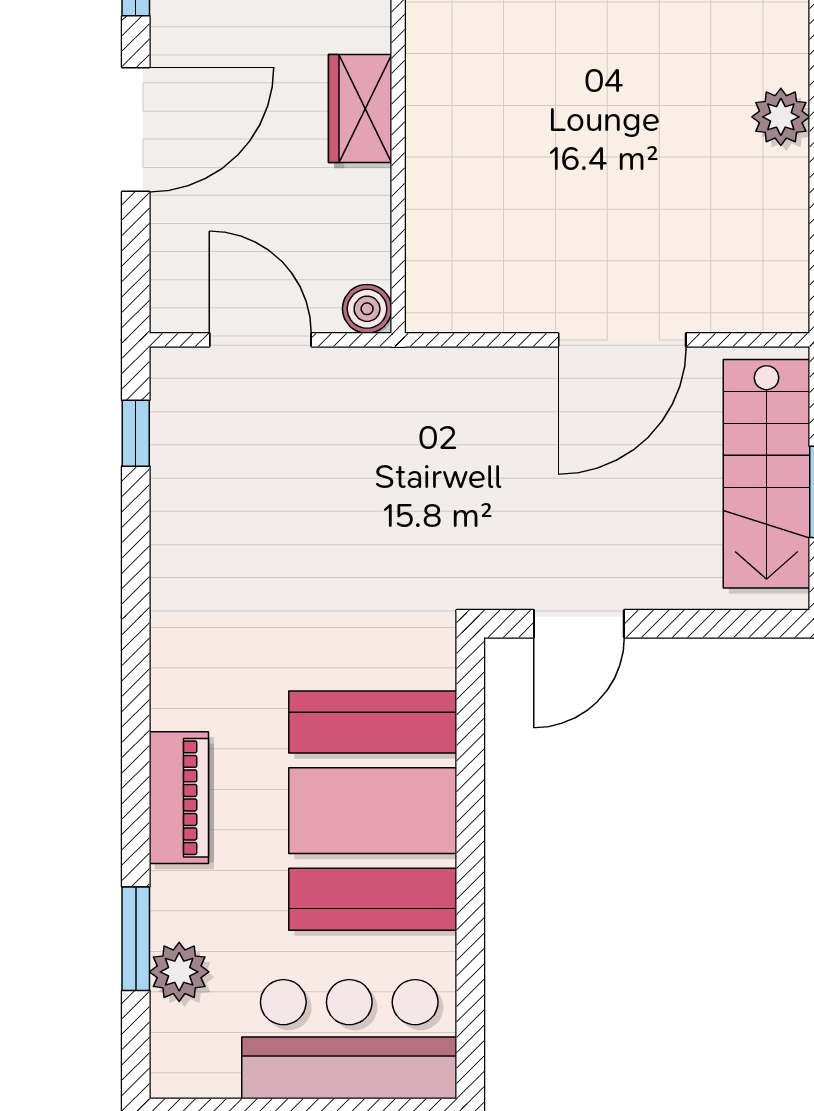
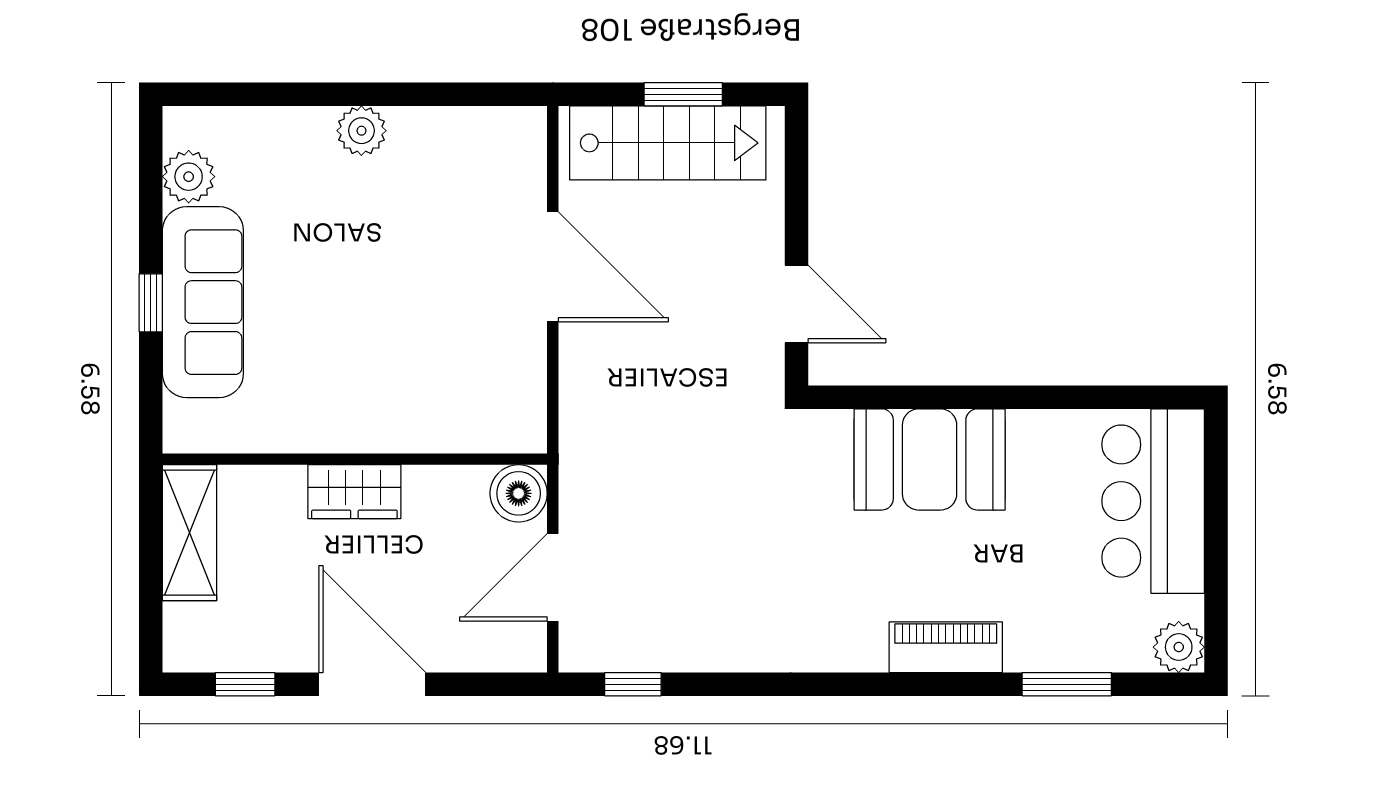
boiler: (367, 309) -> (519, 493), width x1.36, depth x1.36
booth: (373, 811) -> (930, 459), width x0.73, depth x0.70
plant: (179, 972) -> (1179, 647), moved

